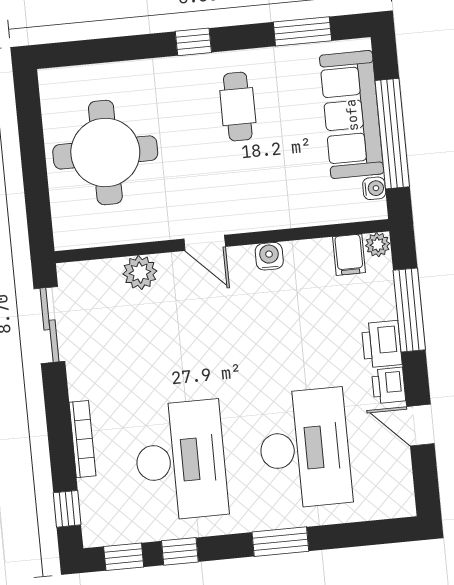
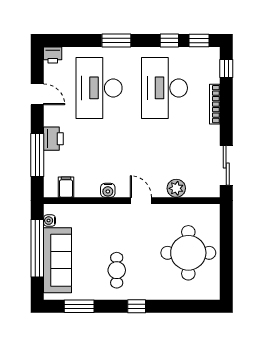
plant: (378, 245) -> (51, 191), removed
printer: (389, 385) -> (53, 55), moved, turned 90

